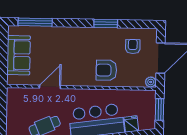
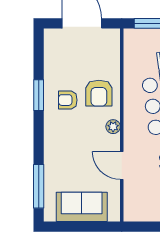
armchair: (133, 46) -> (68, 100), moved
plant: (151, 82) -> (113, 127), moved

